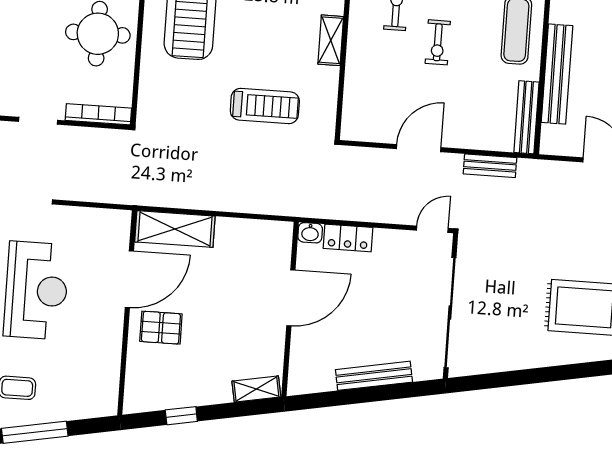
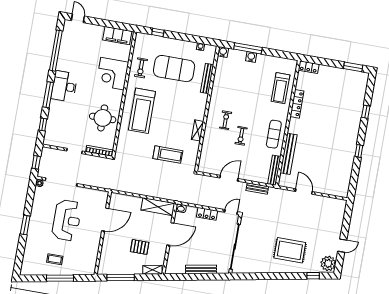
shelving: (175, 229) -> (158, 207), moved
locker: (348, 238) -> (207, 214), moved
pallet: (161, 328) -> (140, 247), moved
window: (181, 416) -> (121, 278), width x2.17

